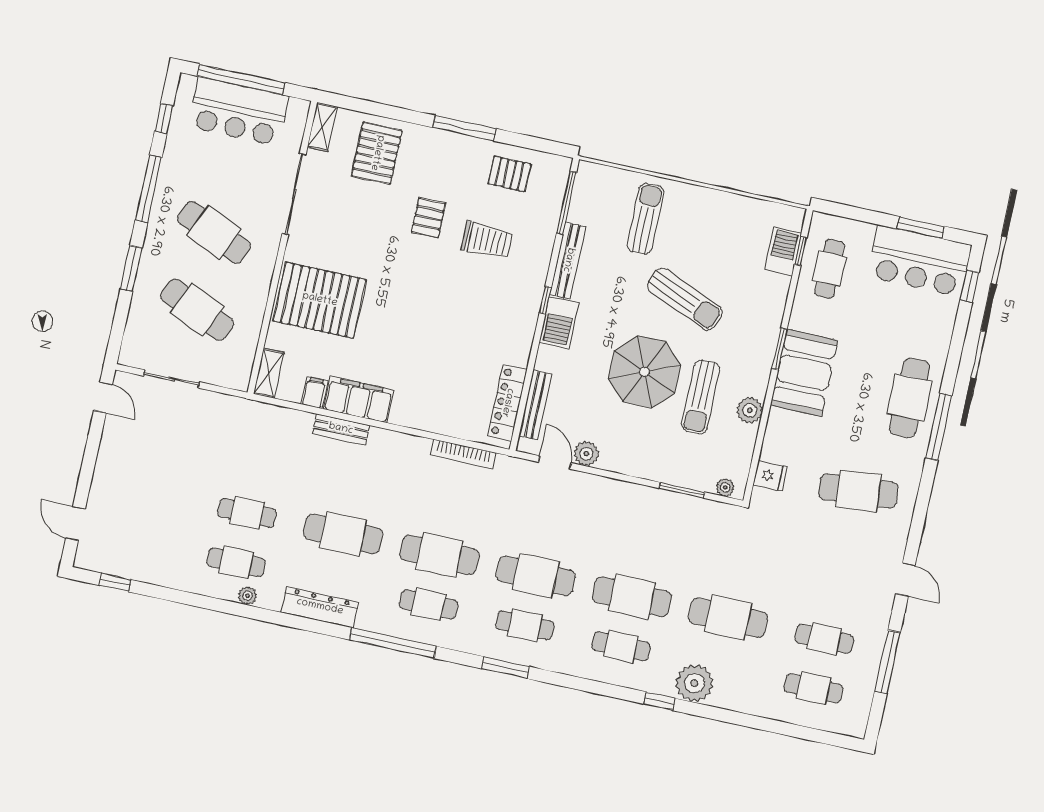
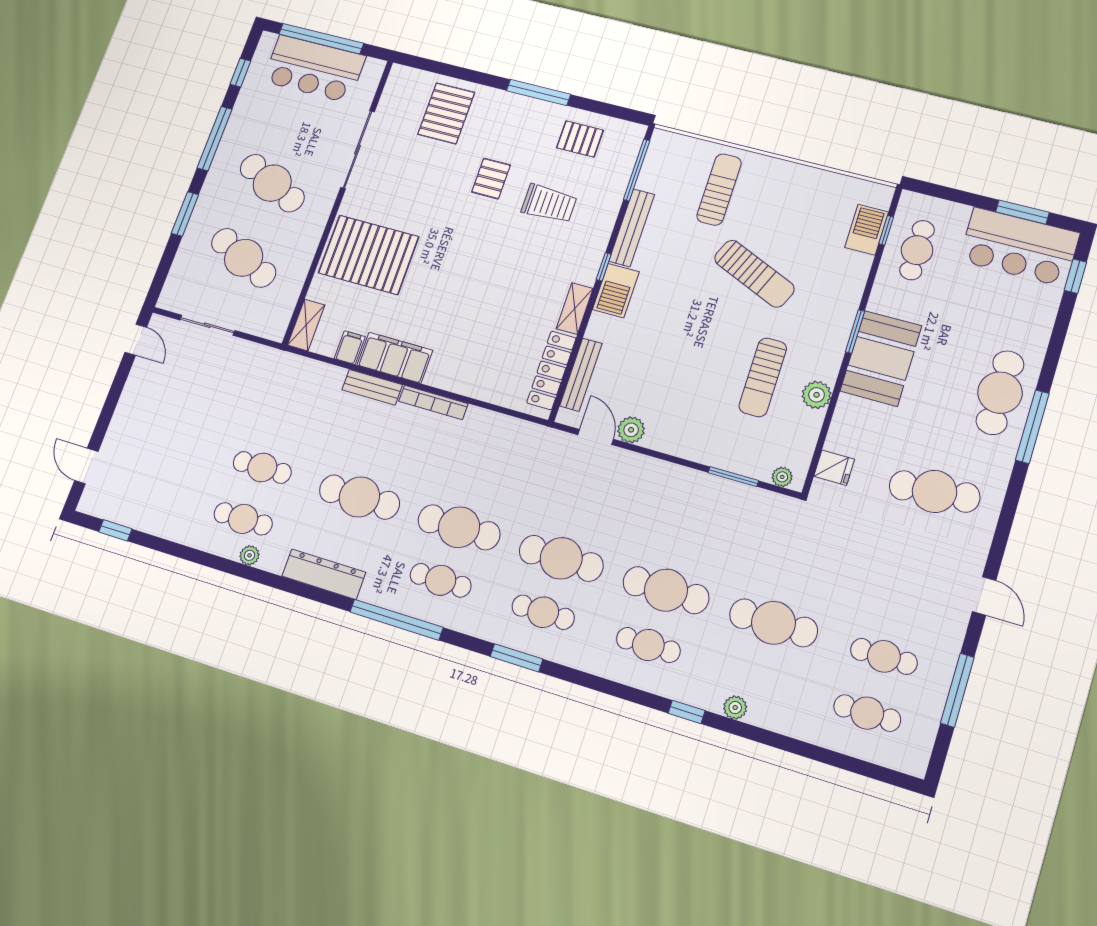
shelving: (322, 127) -> (575, 309), moved
parasol: (644, 372) -> (703, 347), removed
bookcase: (463, 454) -> (433, 402), moved
plant: (694, 683) -> (735, 708), width x0.53, depth x0.53

